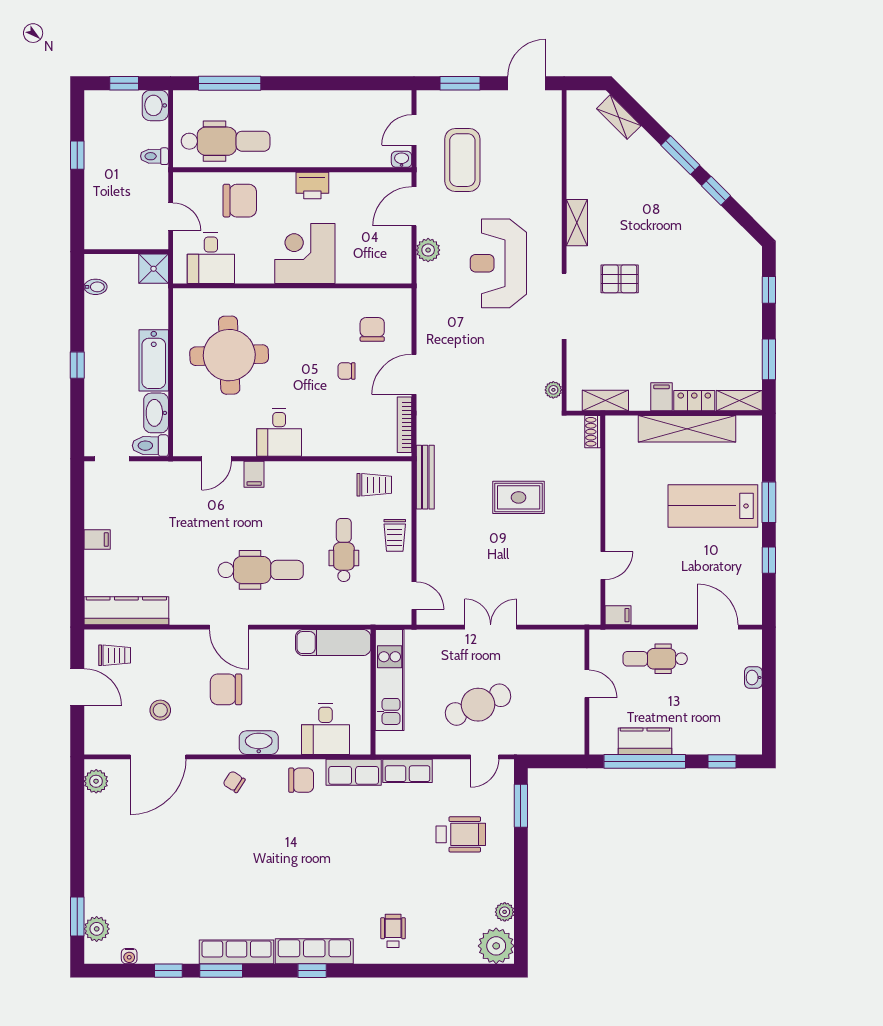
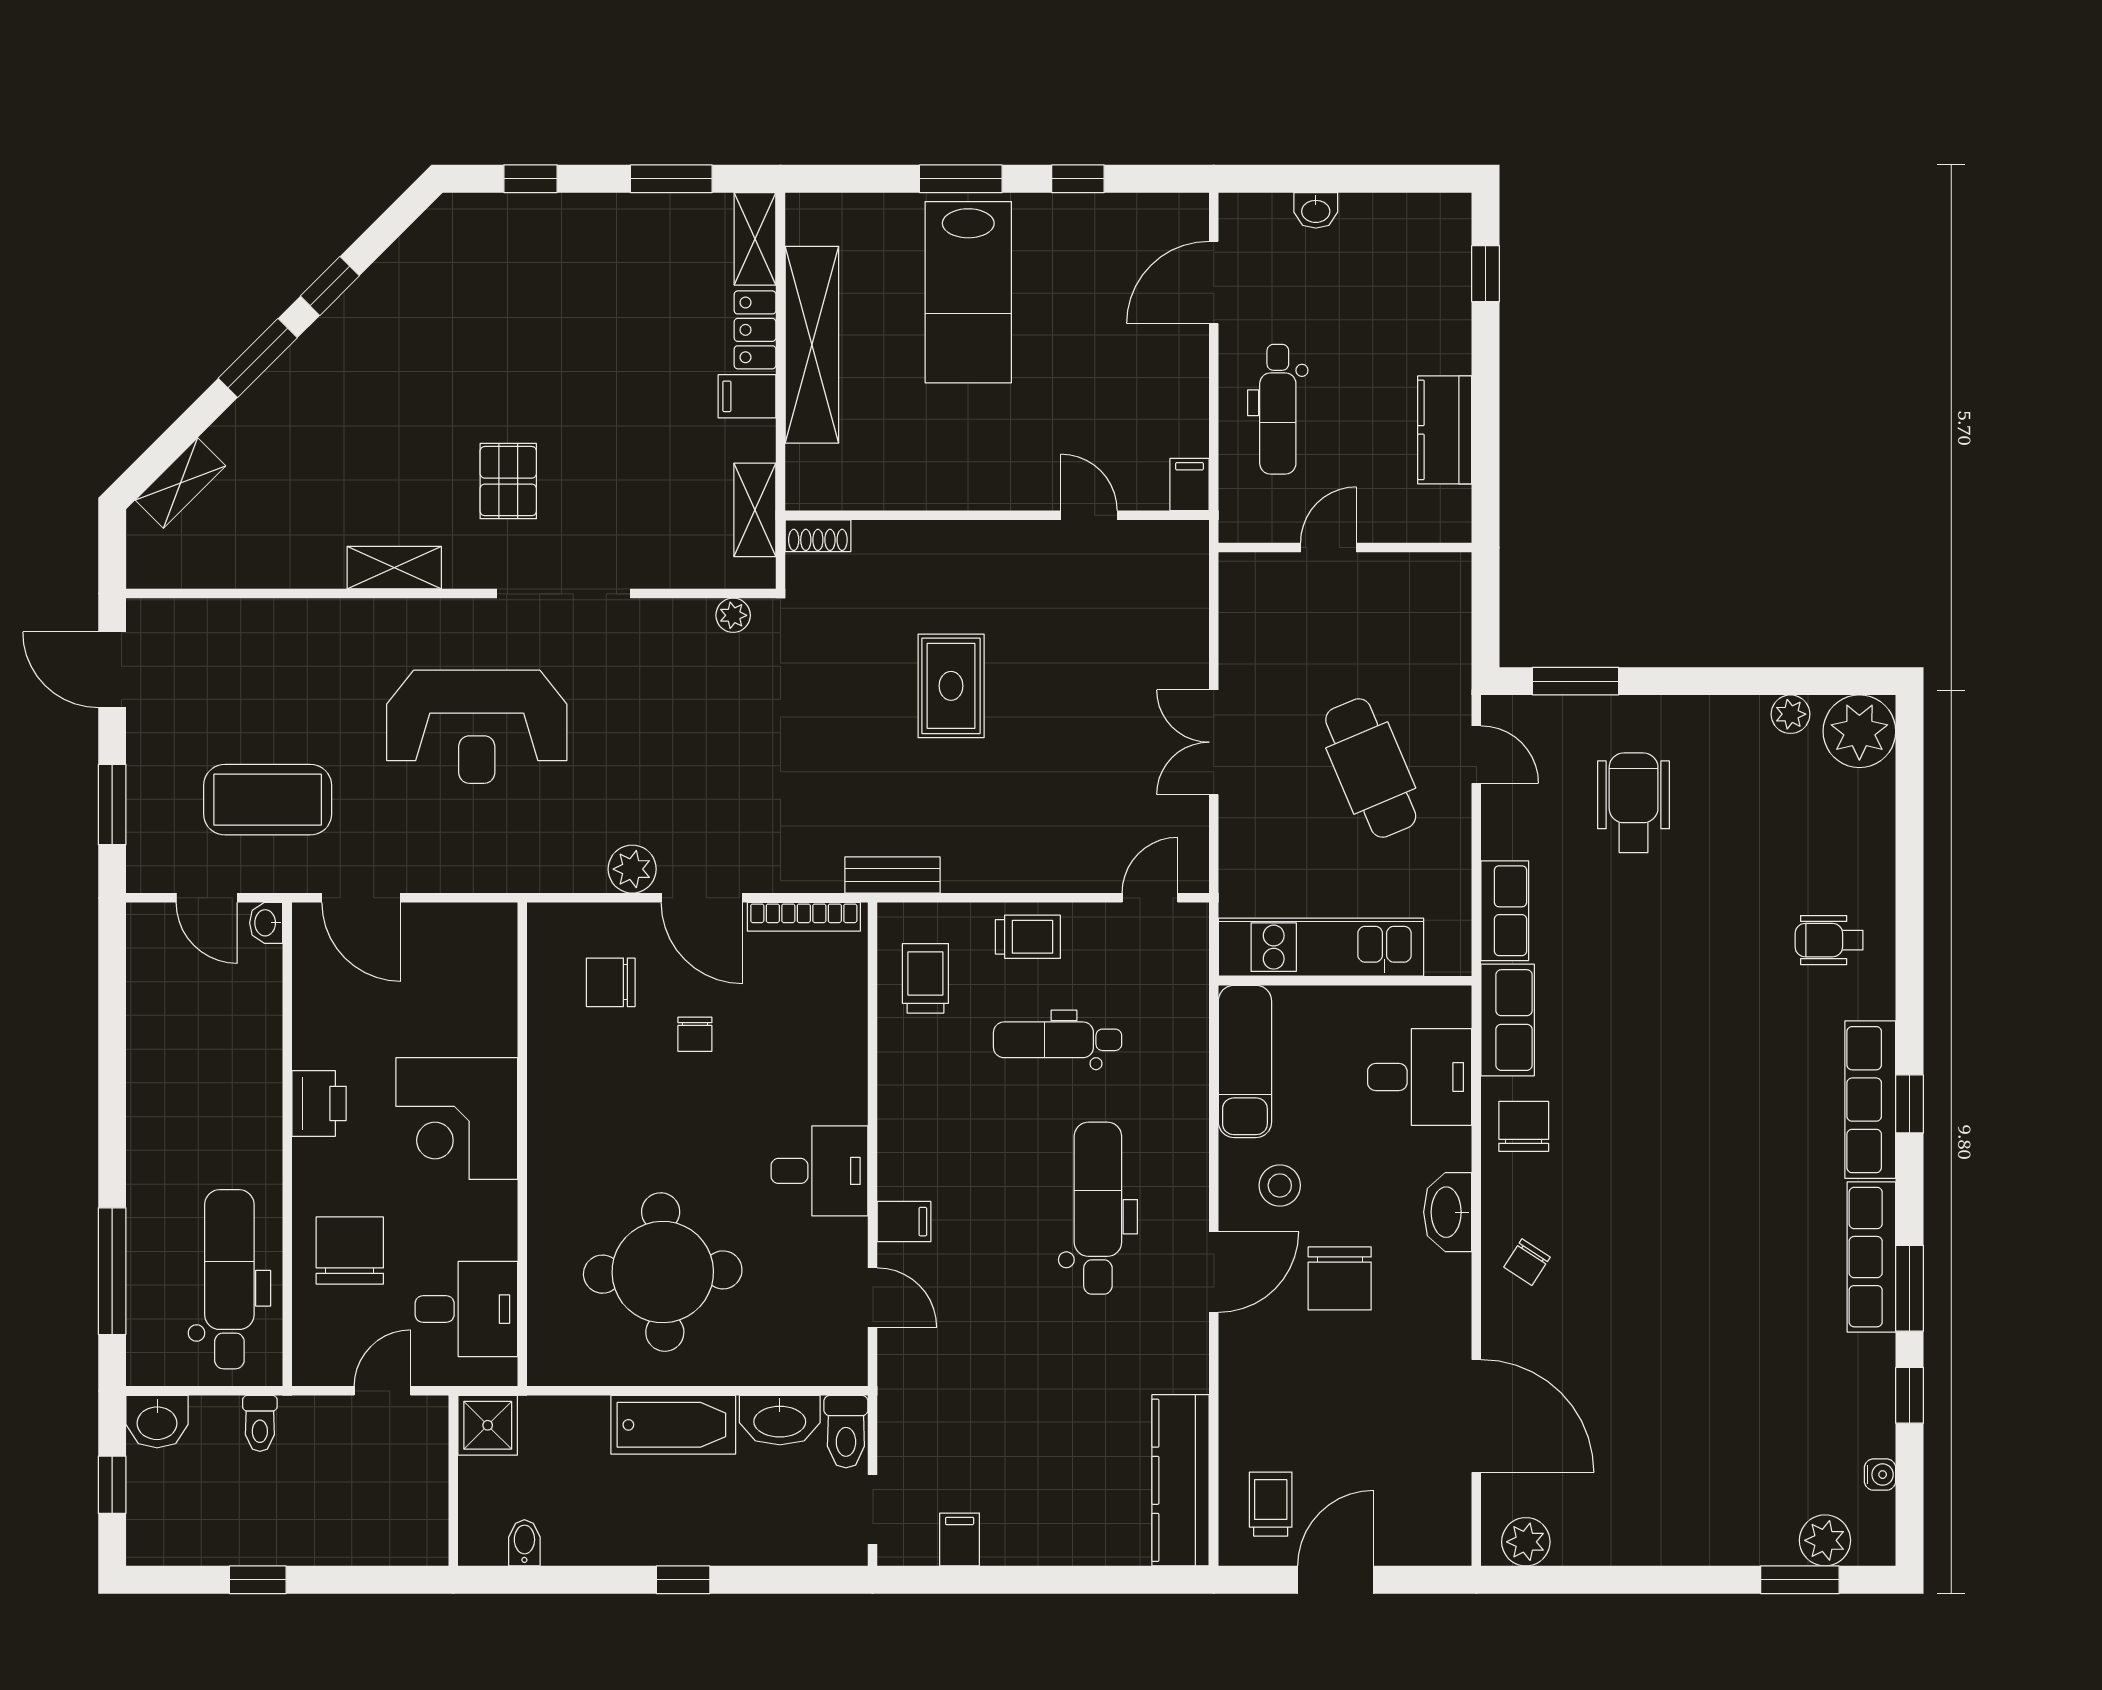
plant: (428, 250) -> (632, 869), moved
bench: (425, 477) -> (893, 875), width x0.73
filing cabinet: (97, 540) -> (960, 1539), moved
stool: (160, 710) -> (1280, 1185), moved
window: (645, 761) -> (1486, 430), removed

